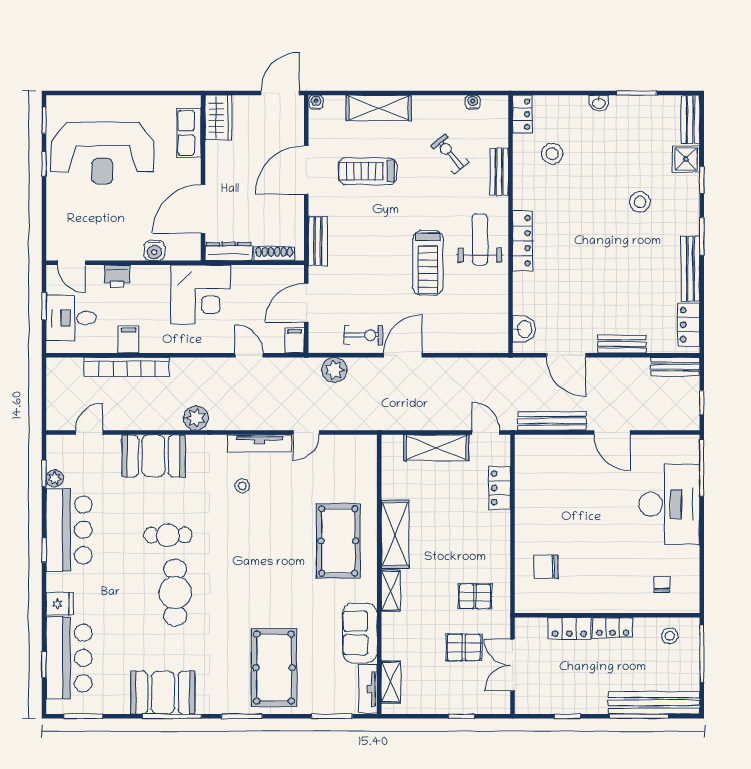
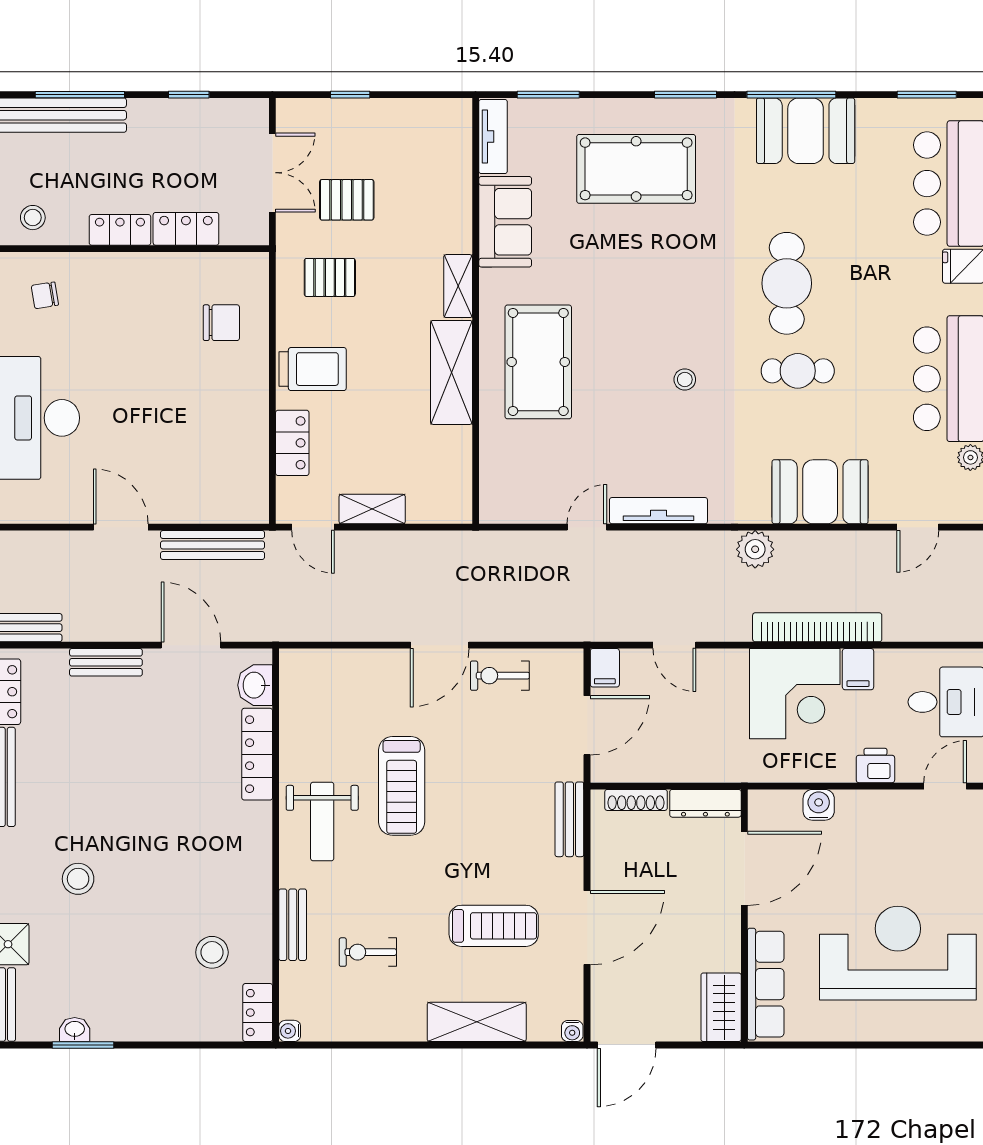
water cooler: (473, 102) -> (290, 1031), moved, turned 90
washbasin: (599, 103) -> (75, 1030), moved
row of seats: (189, 133) -> (766, 984), width x1.48
exercise bike: (450, 154) -> (368, 952), turned 130
locker: (523, 241) -> (257, 754), moved
door: (71, 263) -> (945, 786), hinge flipped
treadmill: (428, 263) -> (402, 786), turned 180
corner desk: (201, 295) -> (795, 694), moved, turned 180
bookcase: (127, 367) -> (817, 627), moved
plant: (334, 370) -> (544, 623), removed
shelving: (436, 448) -> (372, 509), width x0.67, depth x0.75
stool: (242, 486) -> (685, 379), moved
trolley: (486, 536) -> (313, 369), added
chair: (662, 585) -> (45, 295), turned 81
pool table: (274, 668) -> (636, 169), turned 90
shelving: (391, 682) -> (458, 147), removed

